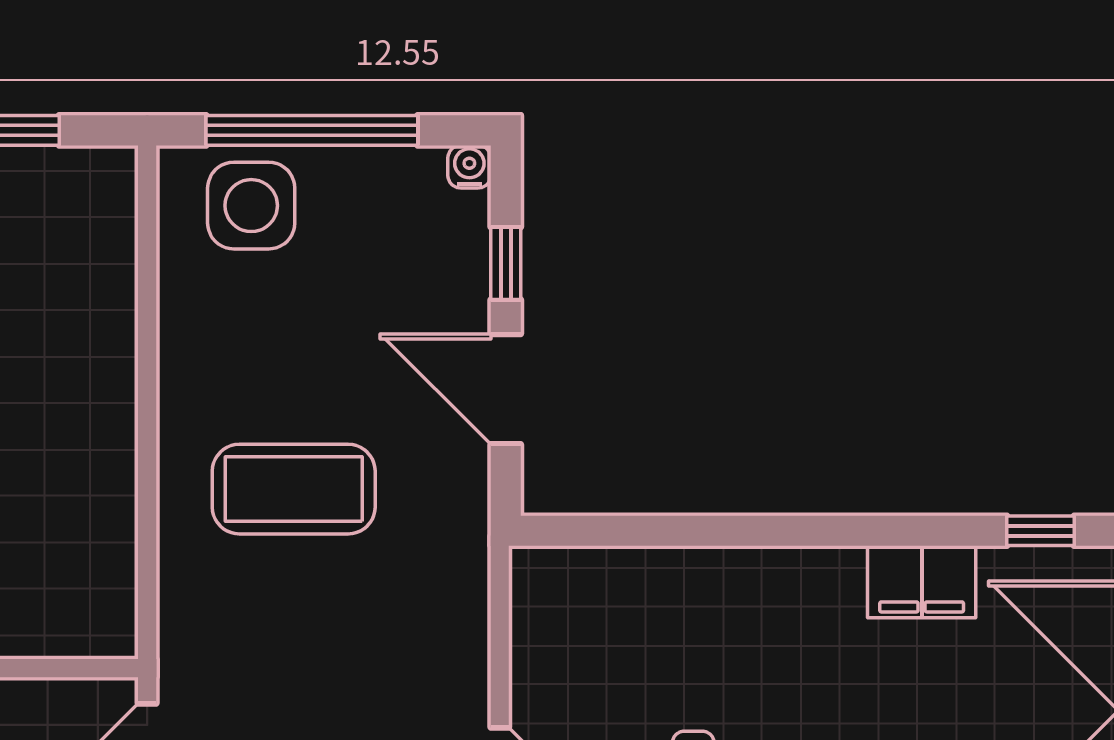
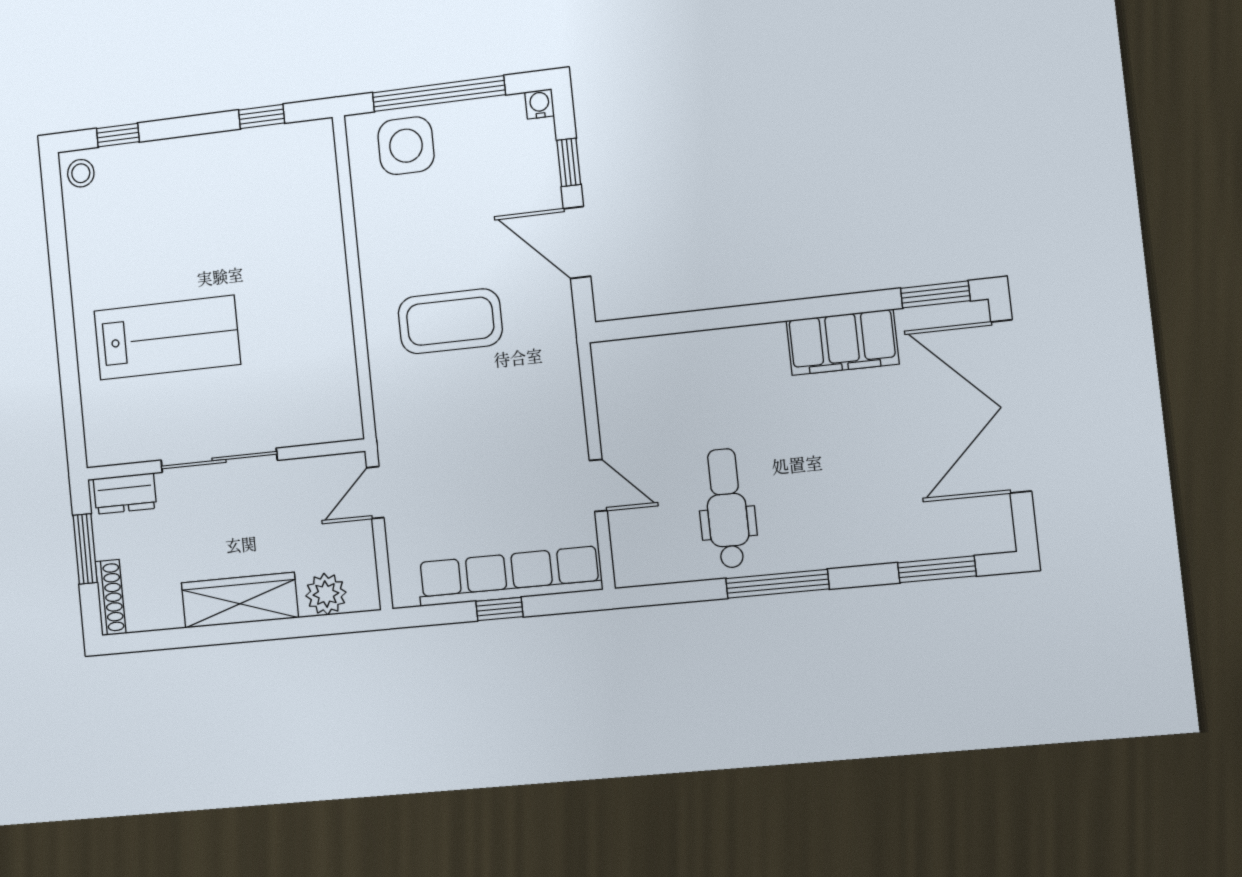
window: (1040, 531) -> (935, 294), width x1.50
filing cabinet: (922, 582) -> (842, 342), width x1.50, depth x1.17

